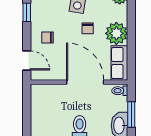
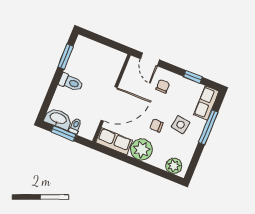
door: (27, 60) -> (150, 59), hinge flipped
toilet: (120, 91) -> (75, 126), moved

